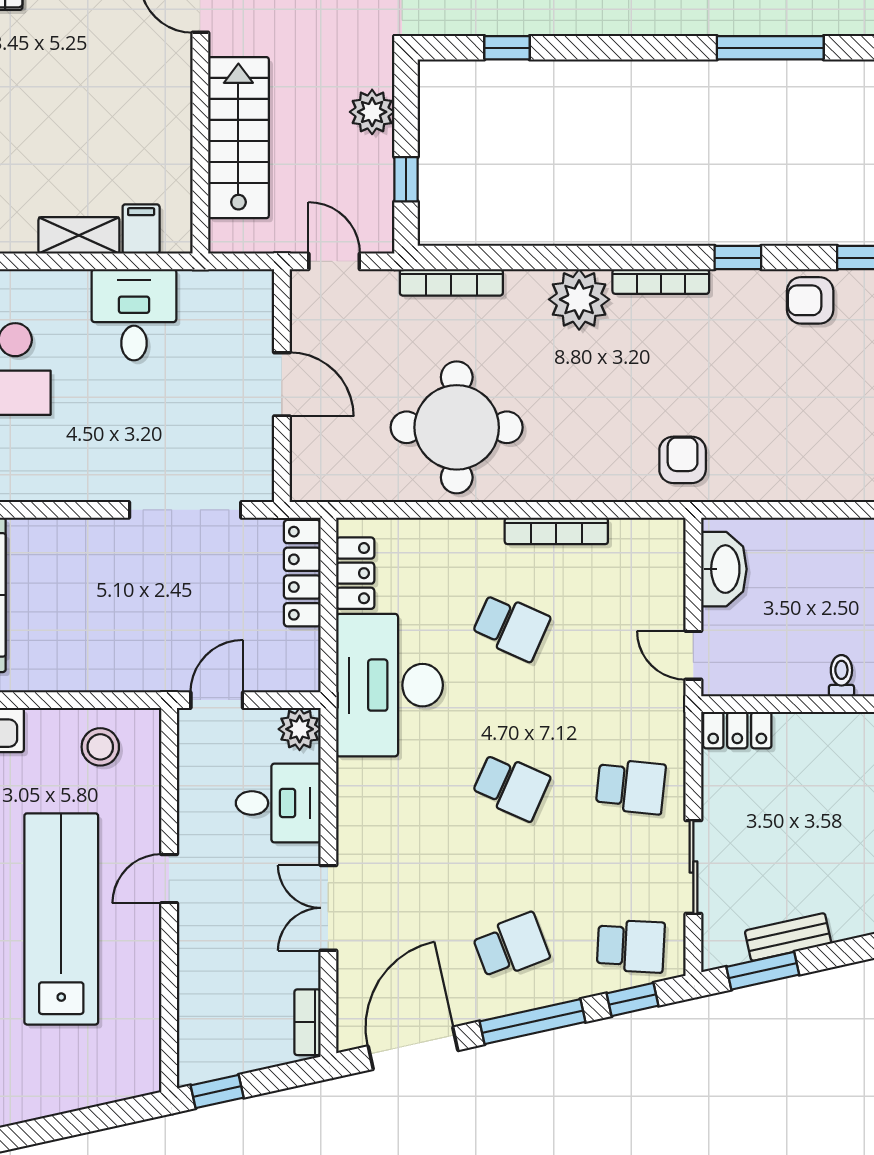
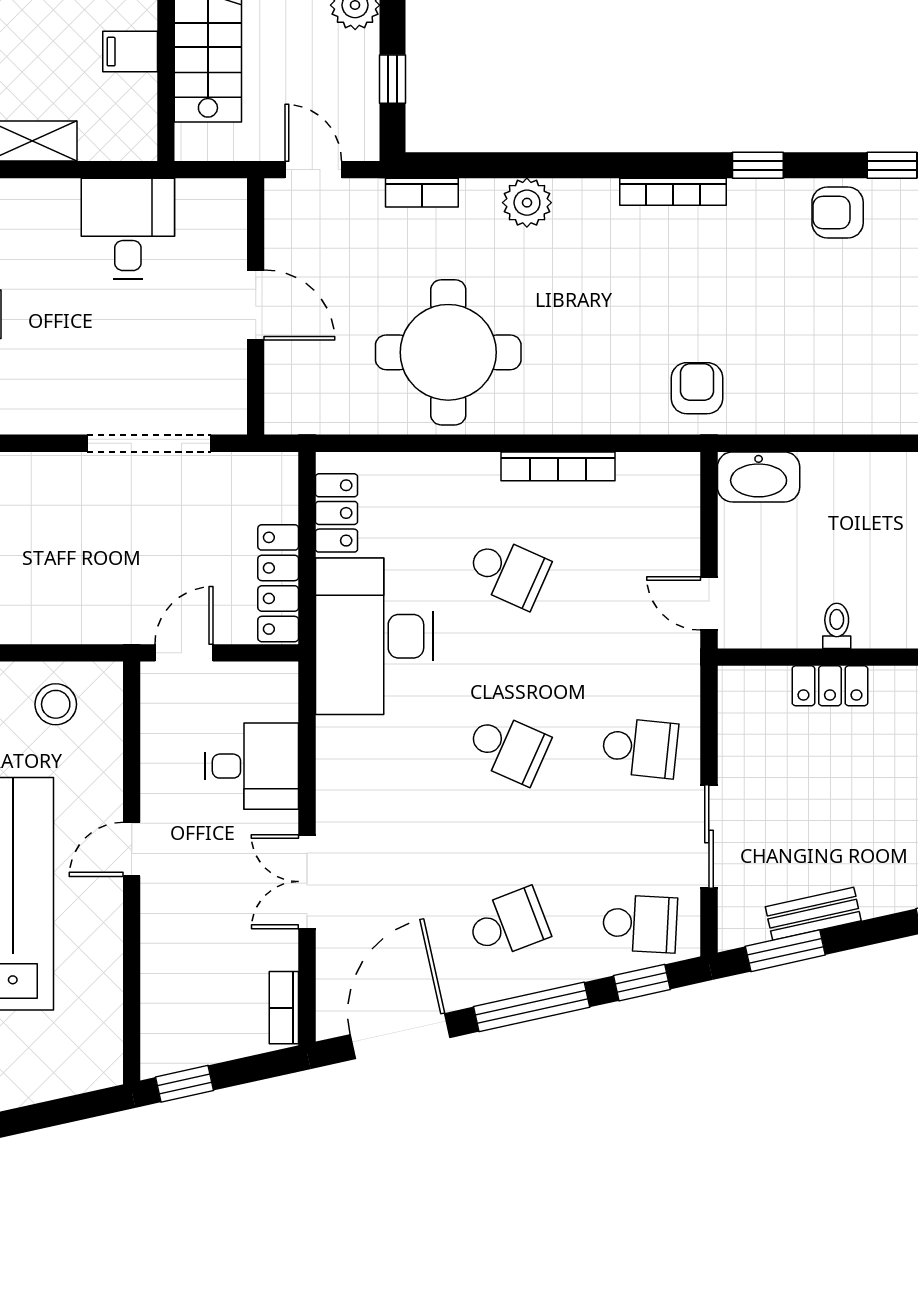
filing cabinet: (141, 229) -> (130, 52), moved, turned -90
bookcase: (451, 282) -> (422, 193), width x0.64
plant: (579, 299) -> (527, 203), moved, width x0.73, depth x0.73
desk: (134, 315) -> (128, 228), moved
washbasin: (724, 569) -> (759, 477), moved, turned 90
locker: (302, 573) -> (278, 583), moved
toilet: (841, 676) -> (837, 626), moved
plant: (300, 729) -> (275, 685), removed
locker: (737, 730) -> (830, 686), moved

